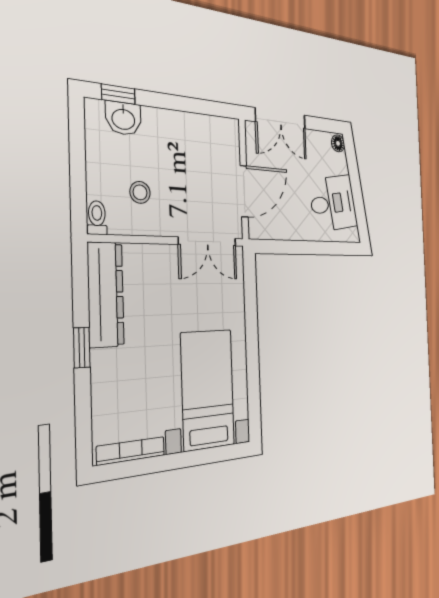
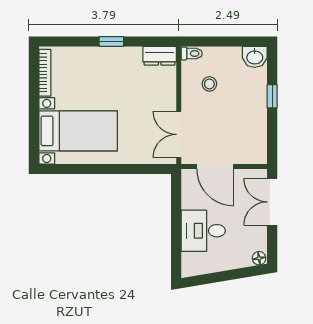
window: (118, 94) -> (272, 96), moved
washbasin: (123, 118) -> (255, 57), moved, turned -90
desk: (333, 203) -> (203, 231), moved, turned 100
dresser: (106, 295) -> (160, 56), width x0.51, depth x0.80

